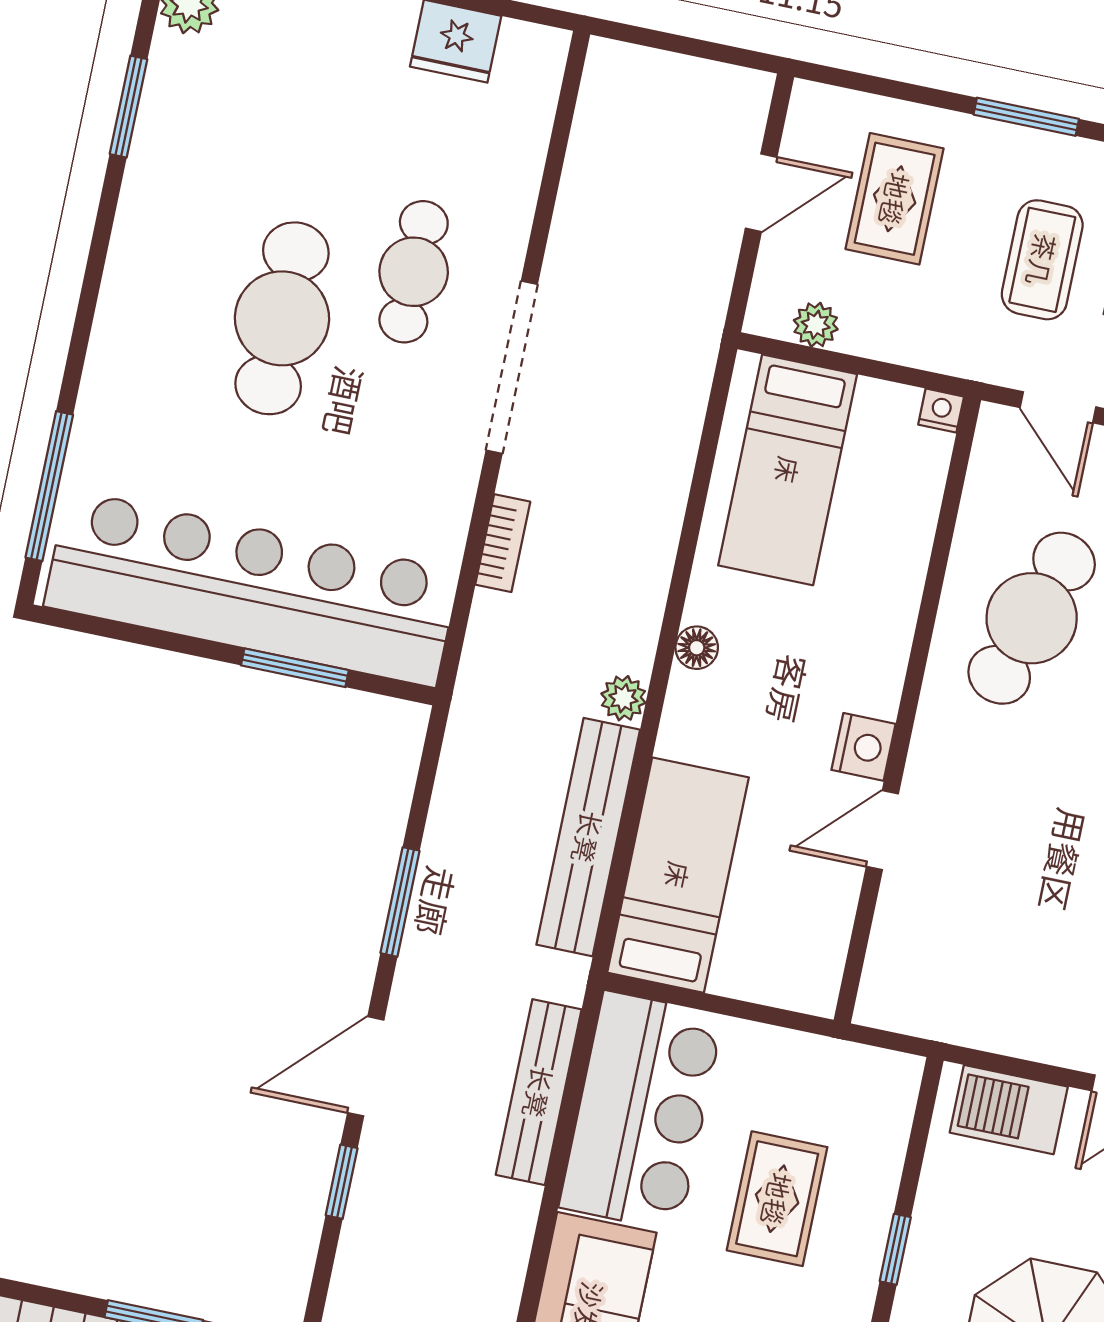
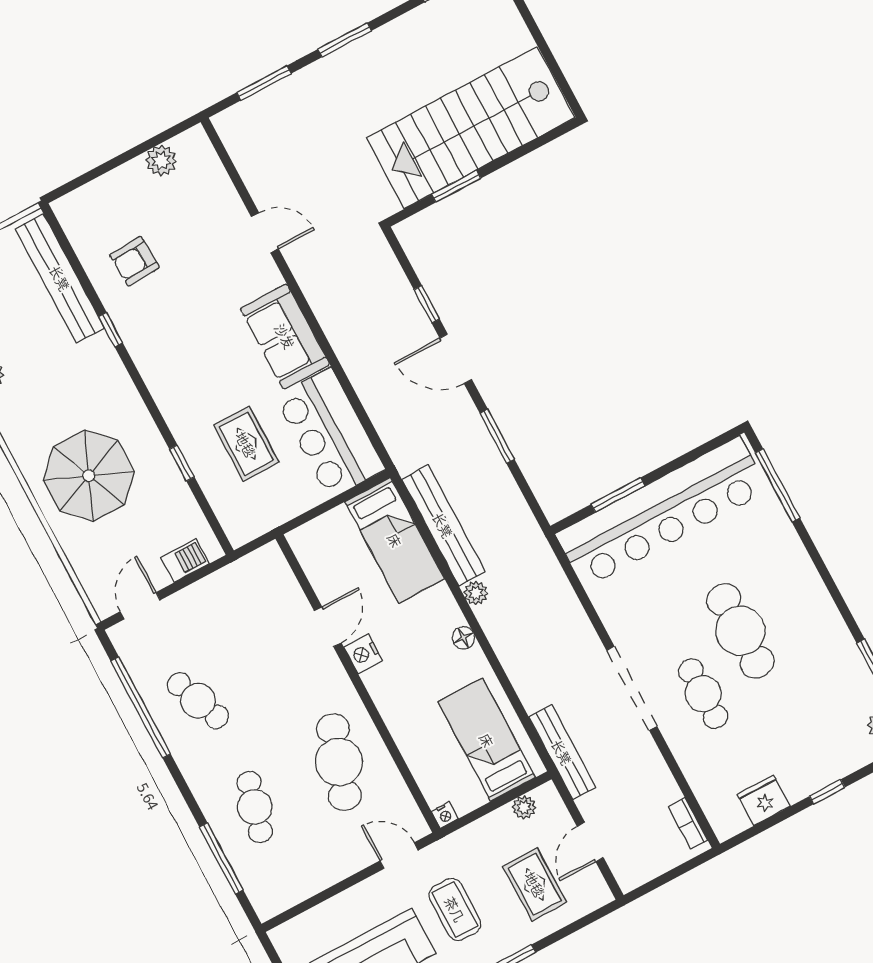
bookcase: (503, 543) -> (688, 823), moved
door: (366, 1066) -> (456, 359), swing flipped
bench: (539, 1092) -> (562, 752), moved
barbecue: (1009, 1110) -> (185, 560), width x0.73, depth x0.79

